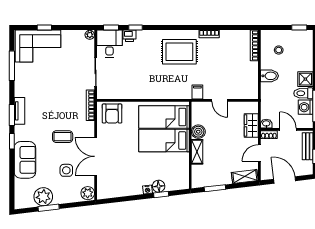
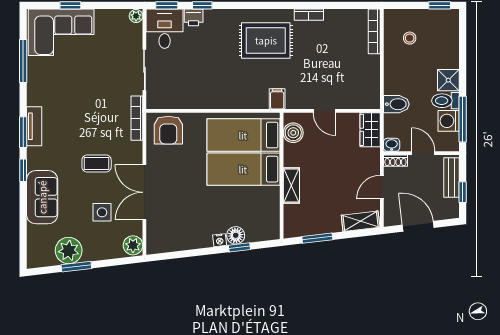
bidet: (269, 76) -> (396, 104), moved
filing cabinet: (197, 92) -> (277, 99), moved
wardrobe: (251, 126) -> (370, 130), moved
boiler: (198, 132) -> (293, 133), moved

